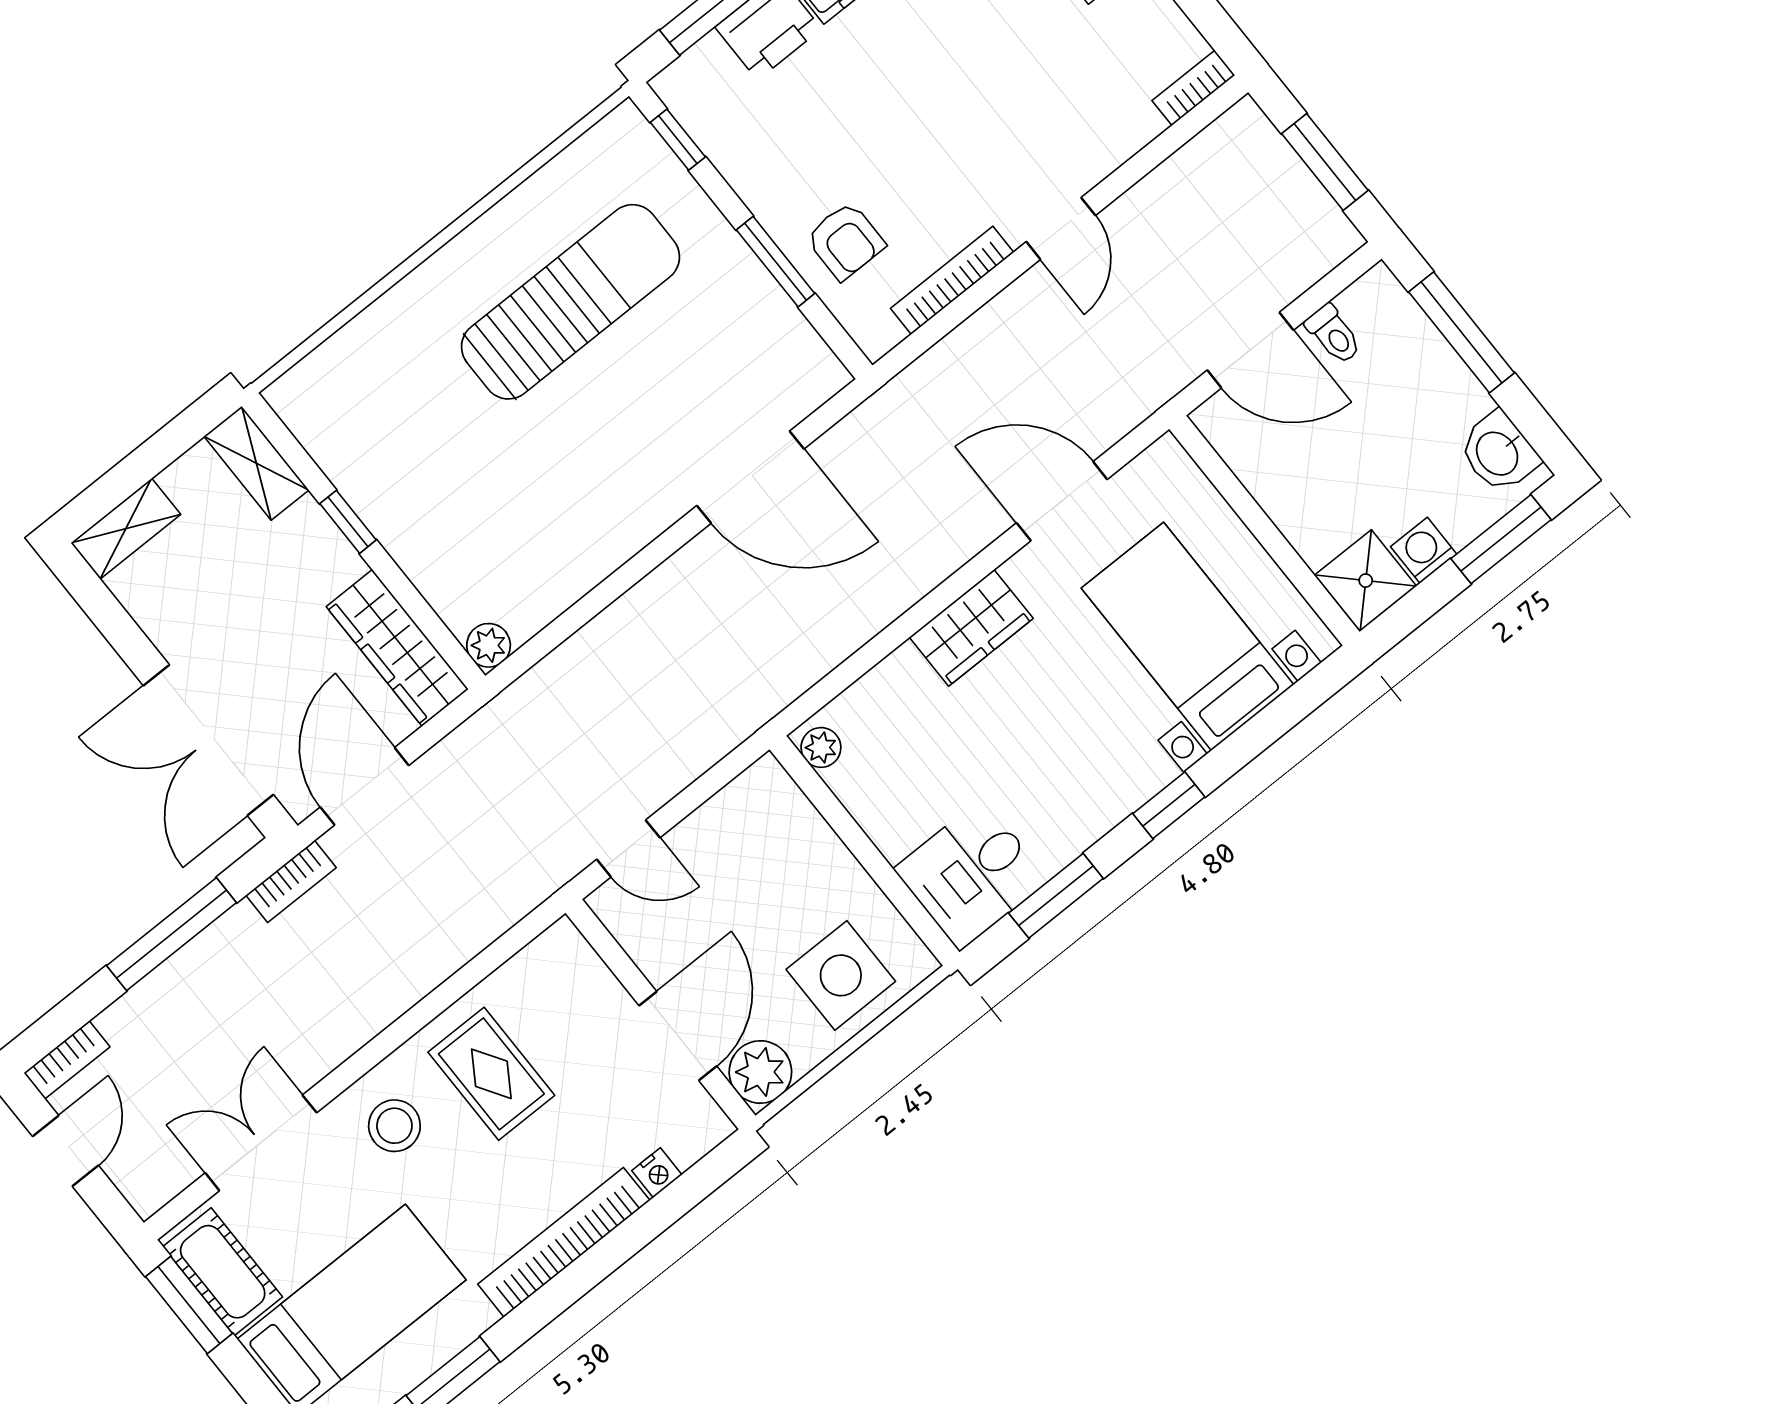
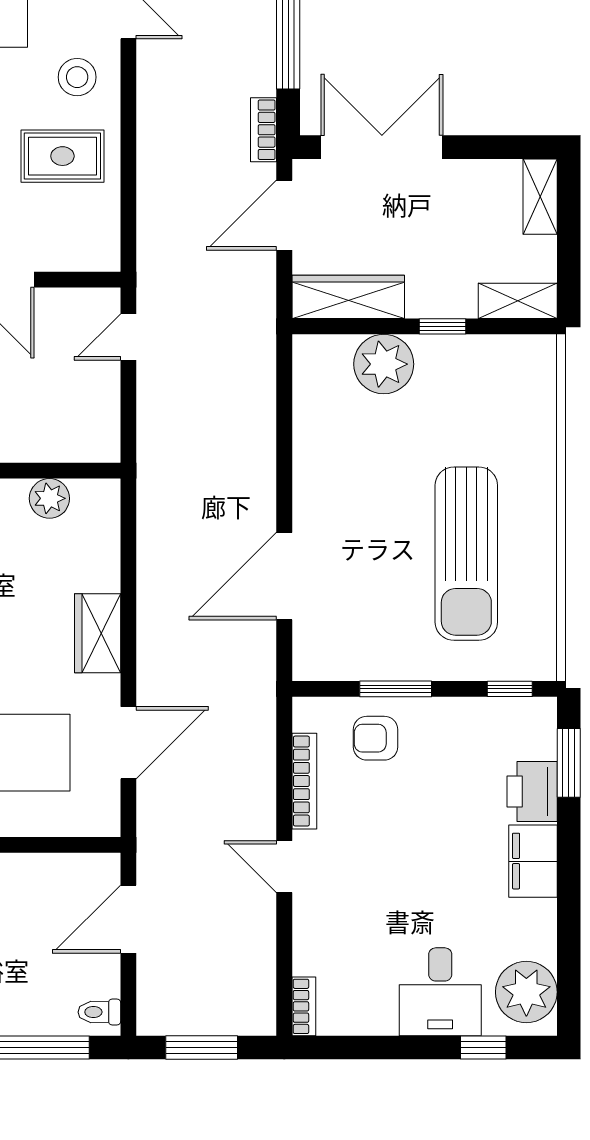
toilet: (1334, 334) -> (99, 1012), moved
plant: (489, 645) -> (384, 364), moved, width x1.88, depth x1.88
plant: (821, 747) -> (49, 498), moved, width x1.38, depth x1.38
door: (365, 786) -> (284, 215), swing flipped

